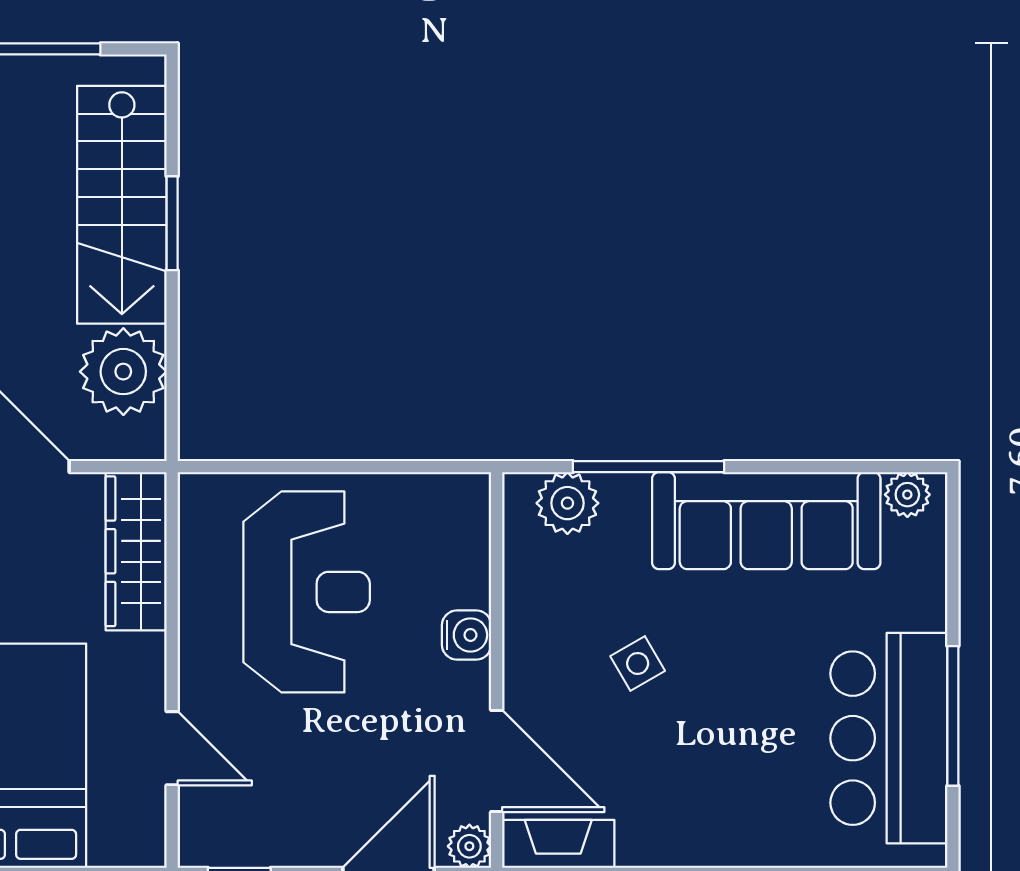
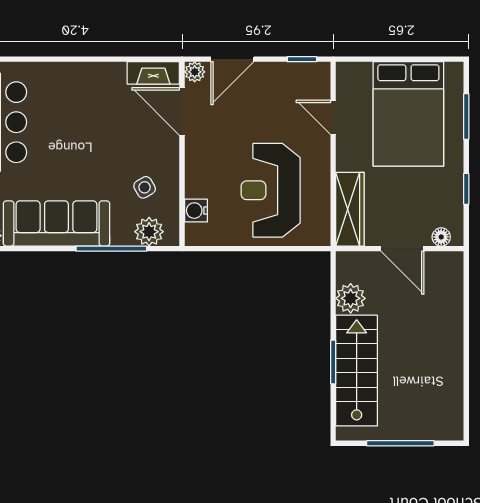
plant: (123, 372) -> (351, 298), width x0.73, depth x0.73
water cooler: (467, 635) -> (196, 211), moved
side table: (638, 663) -> (145, 187), moved

